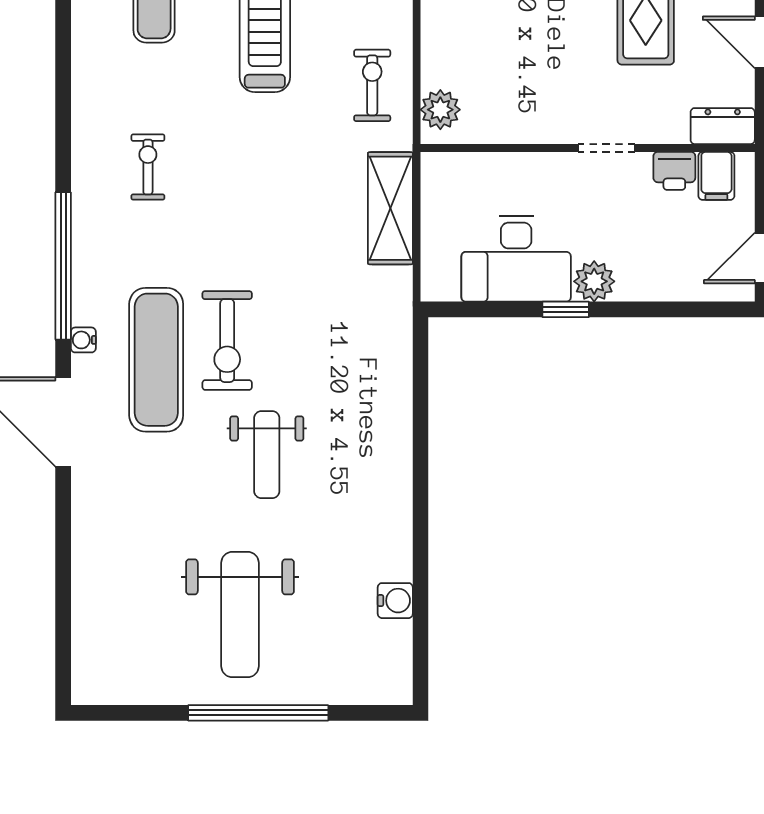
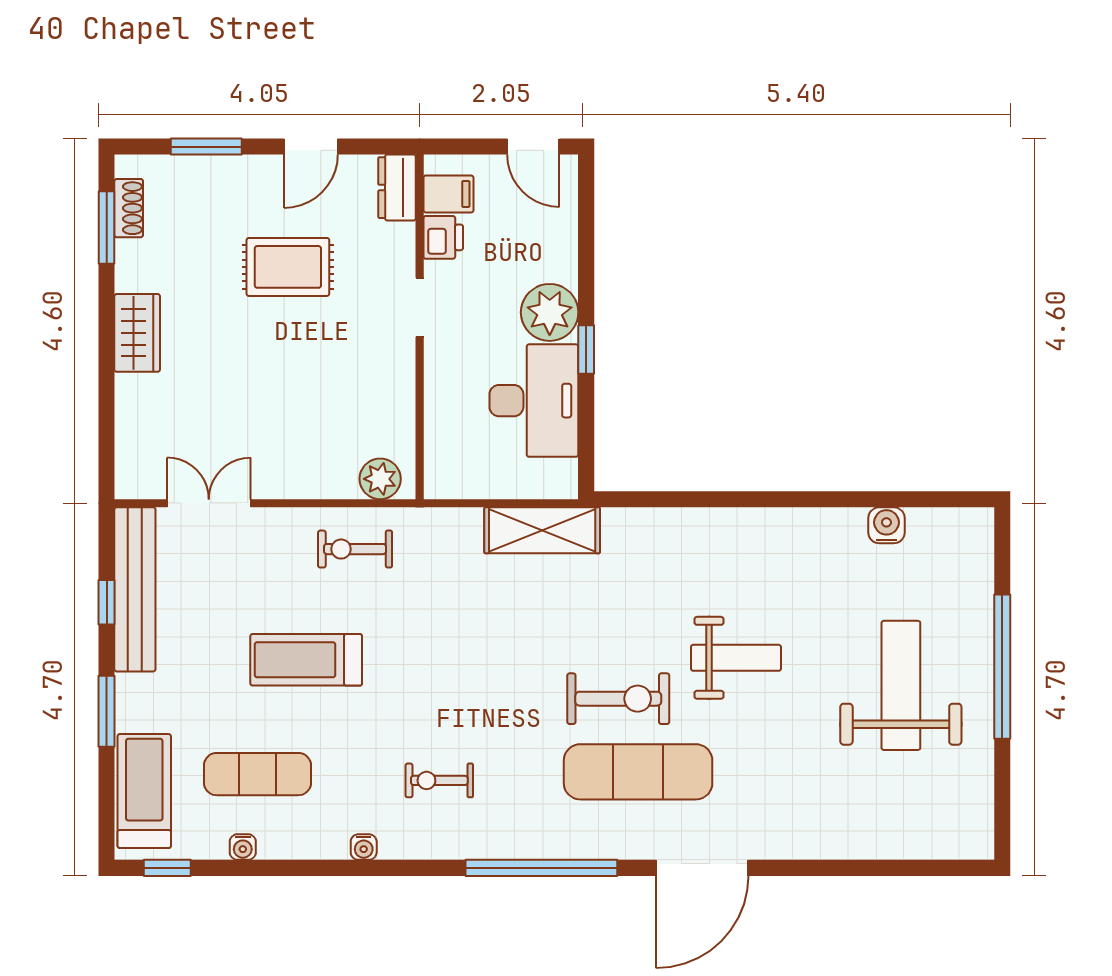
shelving: (390, 208) -> (542, 530), moved
plant: (594, 281) -> (550, 312), width x1.36, depth x1.36
water cooler: (83, 340) -> (364, 847), moved
weight bench: (240, 615) -> (901, 685), turned -90

